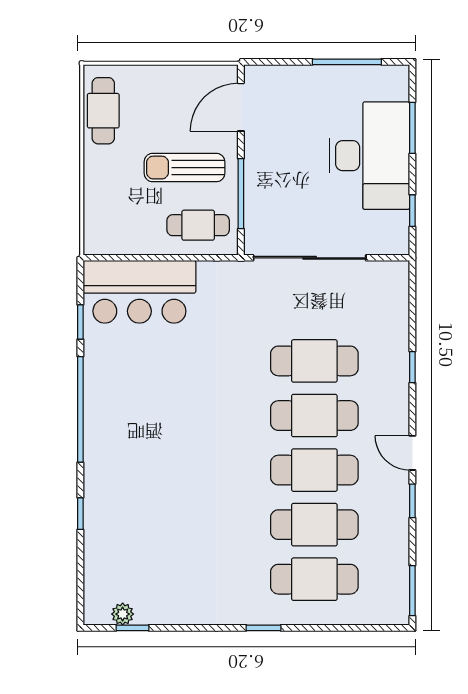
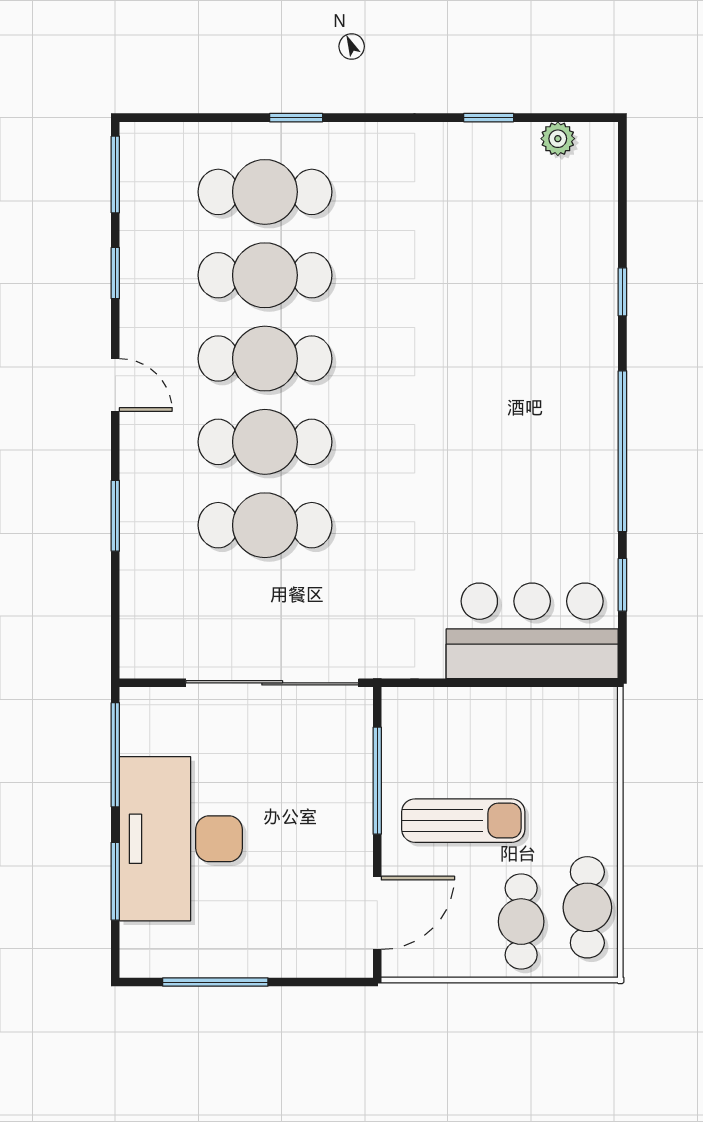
window: (412, 211) -> (115, 755), width x2.17
cafe table: (198, 225) -> (521, 922), moved, turned 90
window: (412, 367) -> (115, 516), width x1.50
window: (412, 501) -> (115, 273), moved
window: (133, 628) -> (489, 118), moved
window: (263, 628) -> (296, 118), moved

